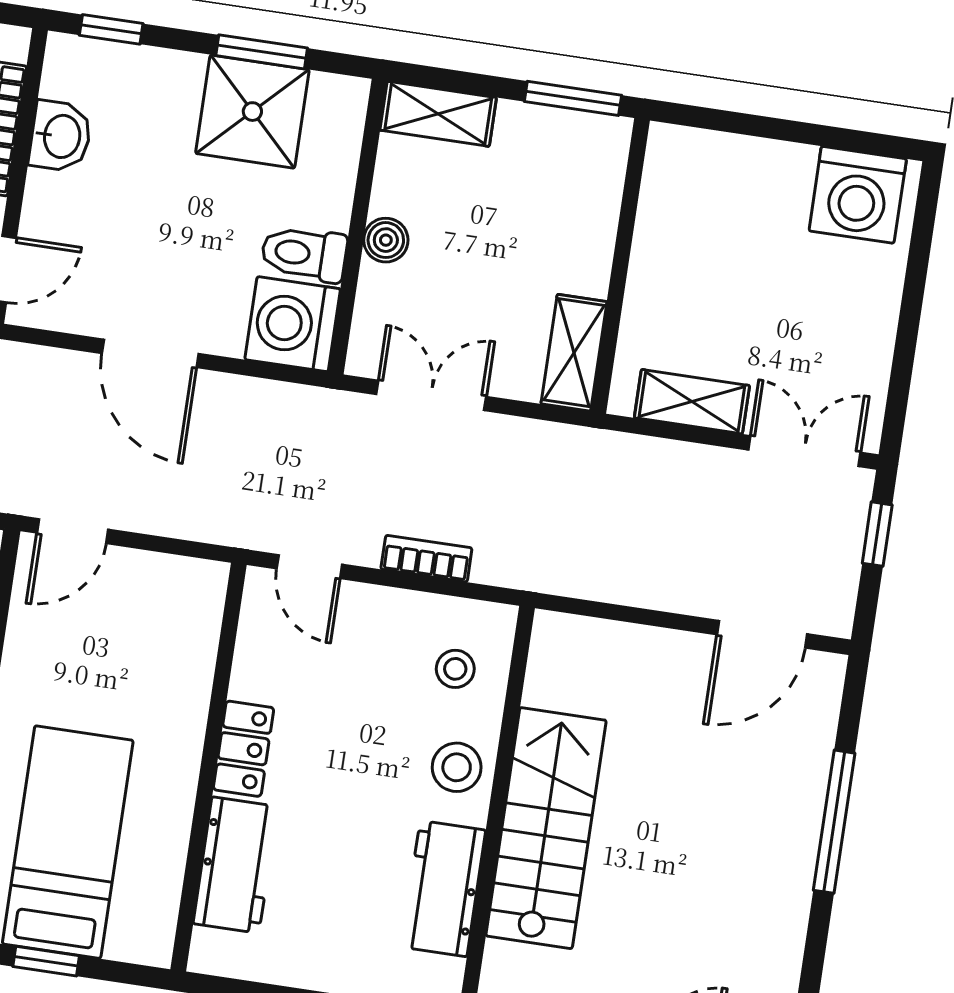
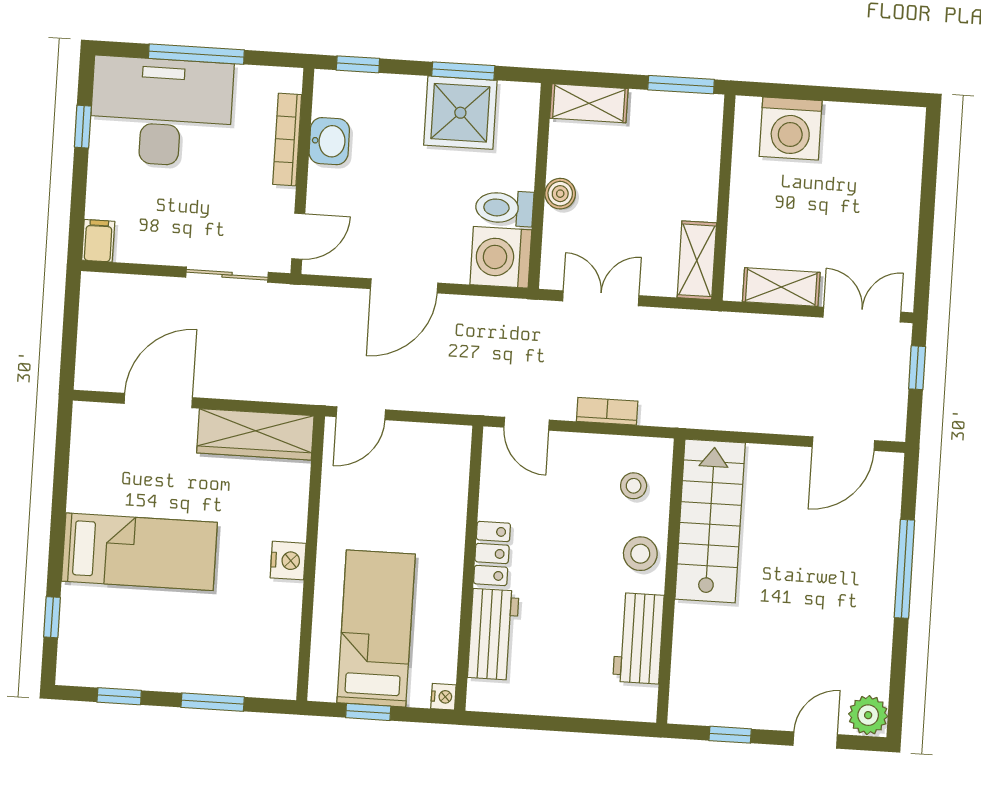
washing machine: (858, 195) -> (791, 129), moved
door: (150, 353) -> (404, 286), hinge flipped
stairs: (546, 828) -> (710, 521), moved
nightstand: (156, 949) -> (443, 697), added

